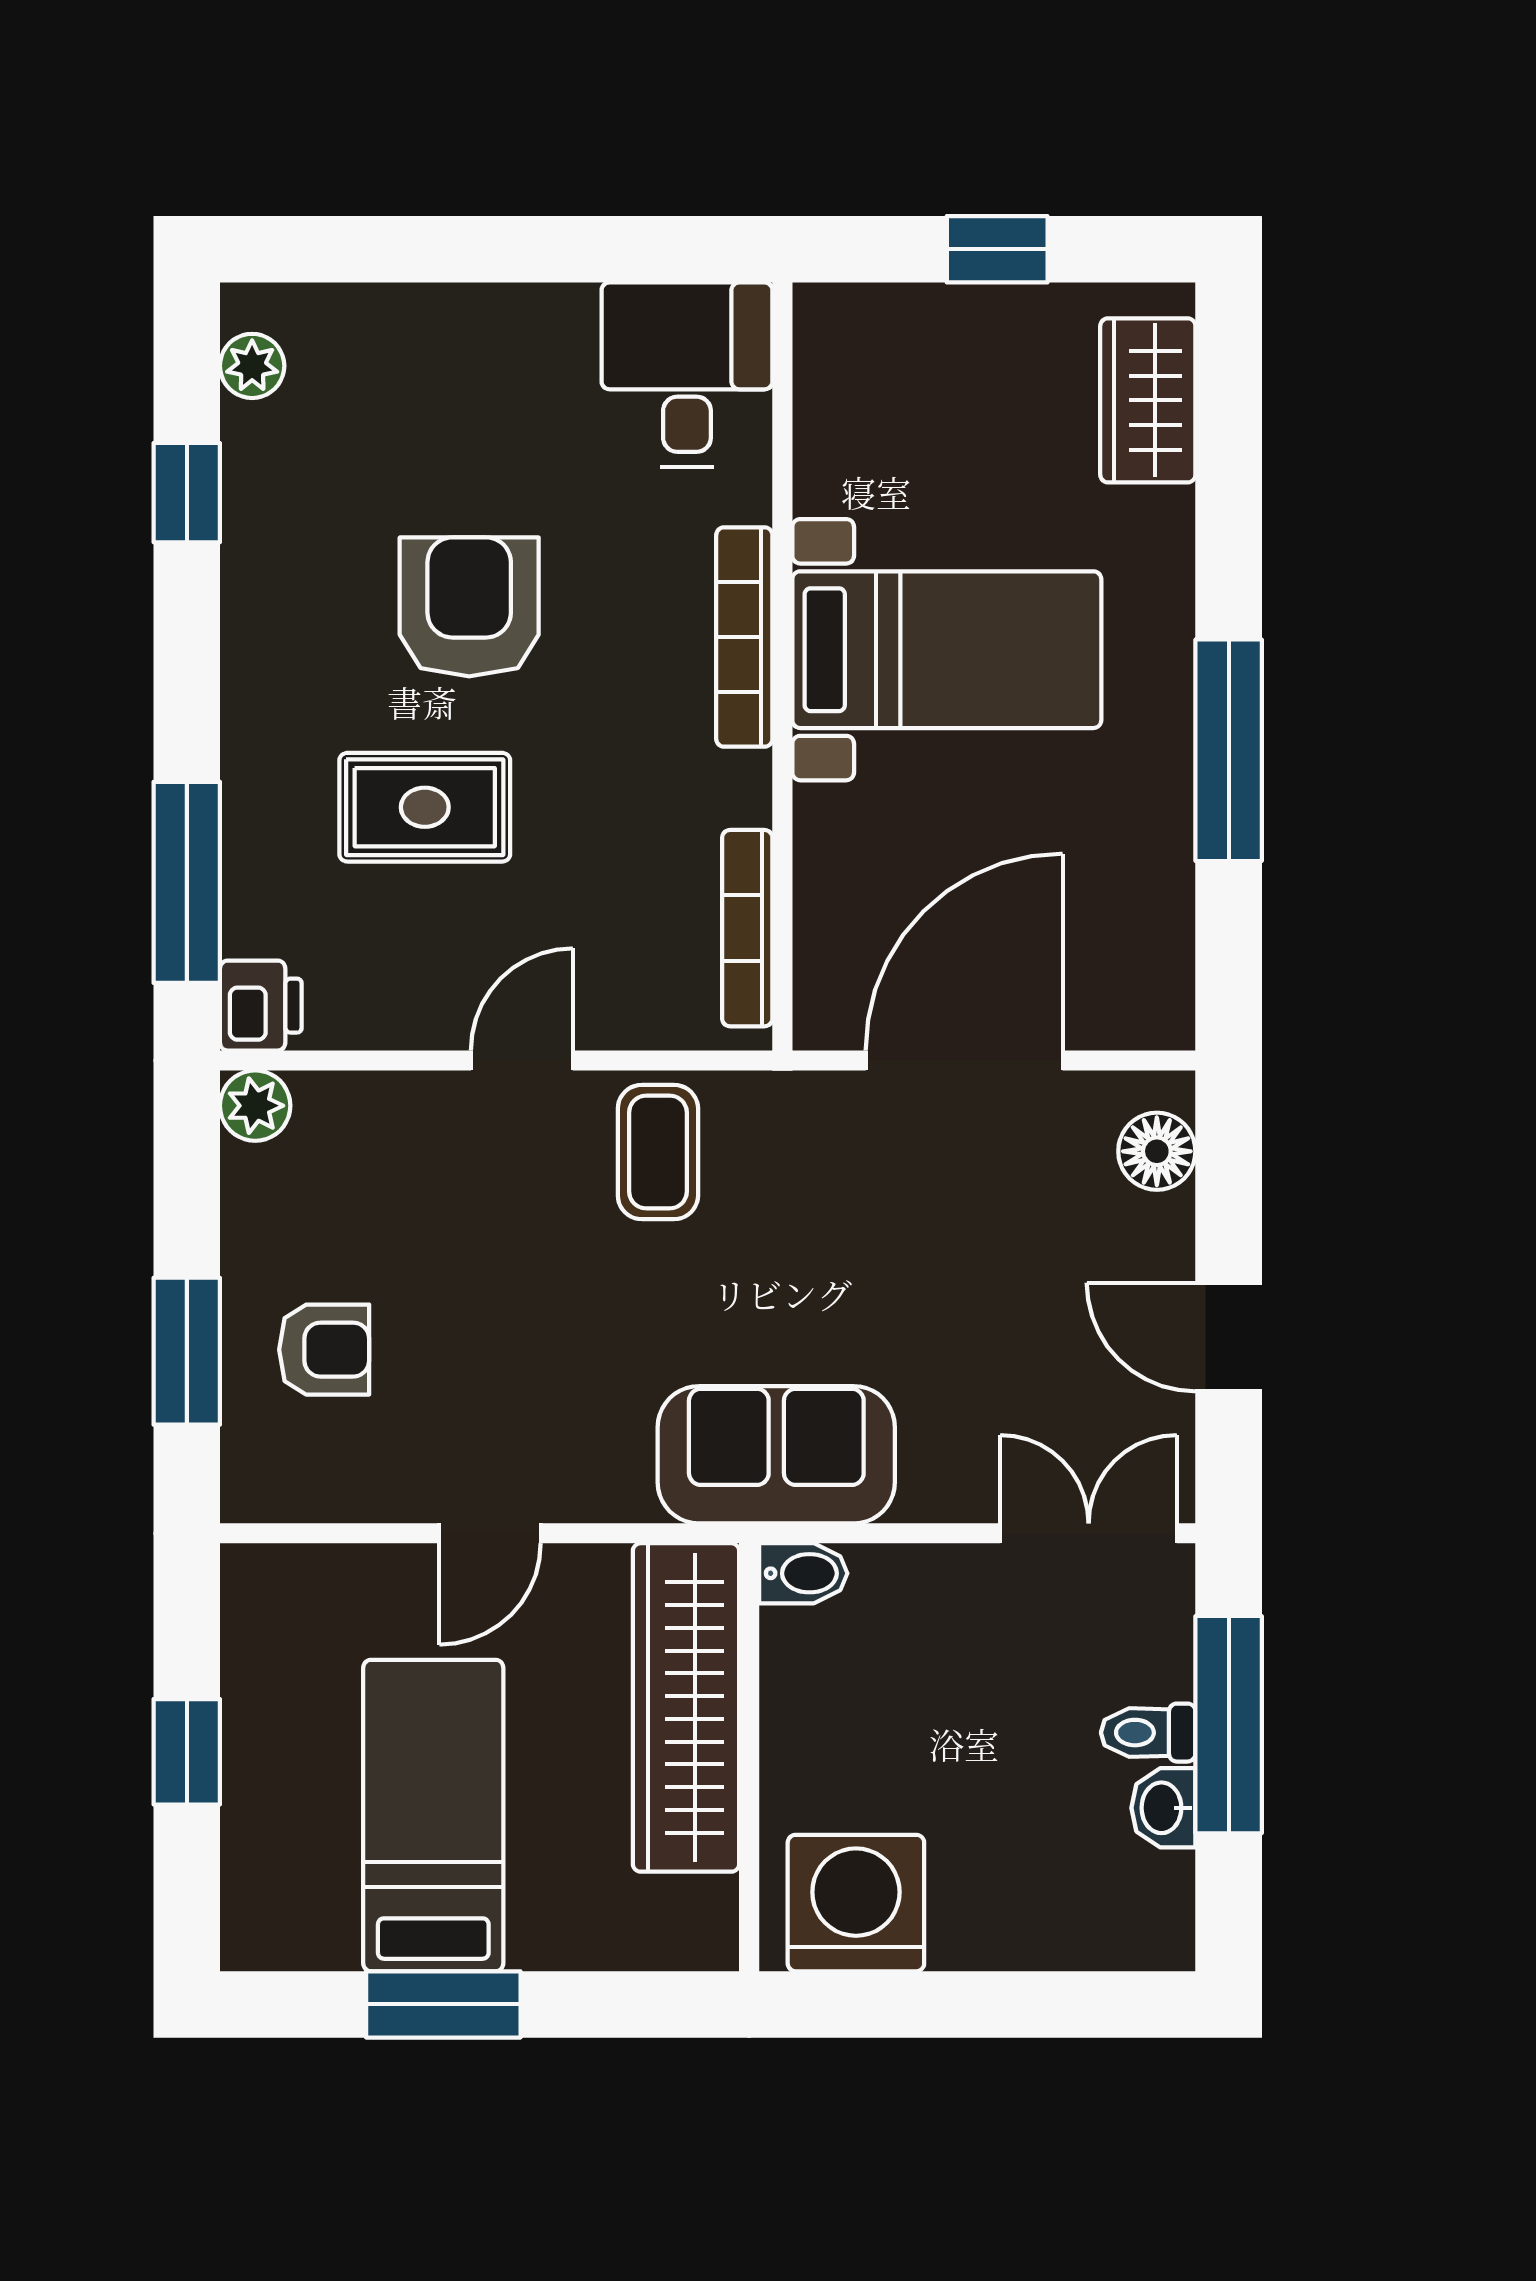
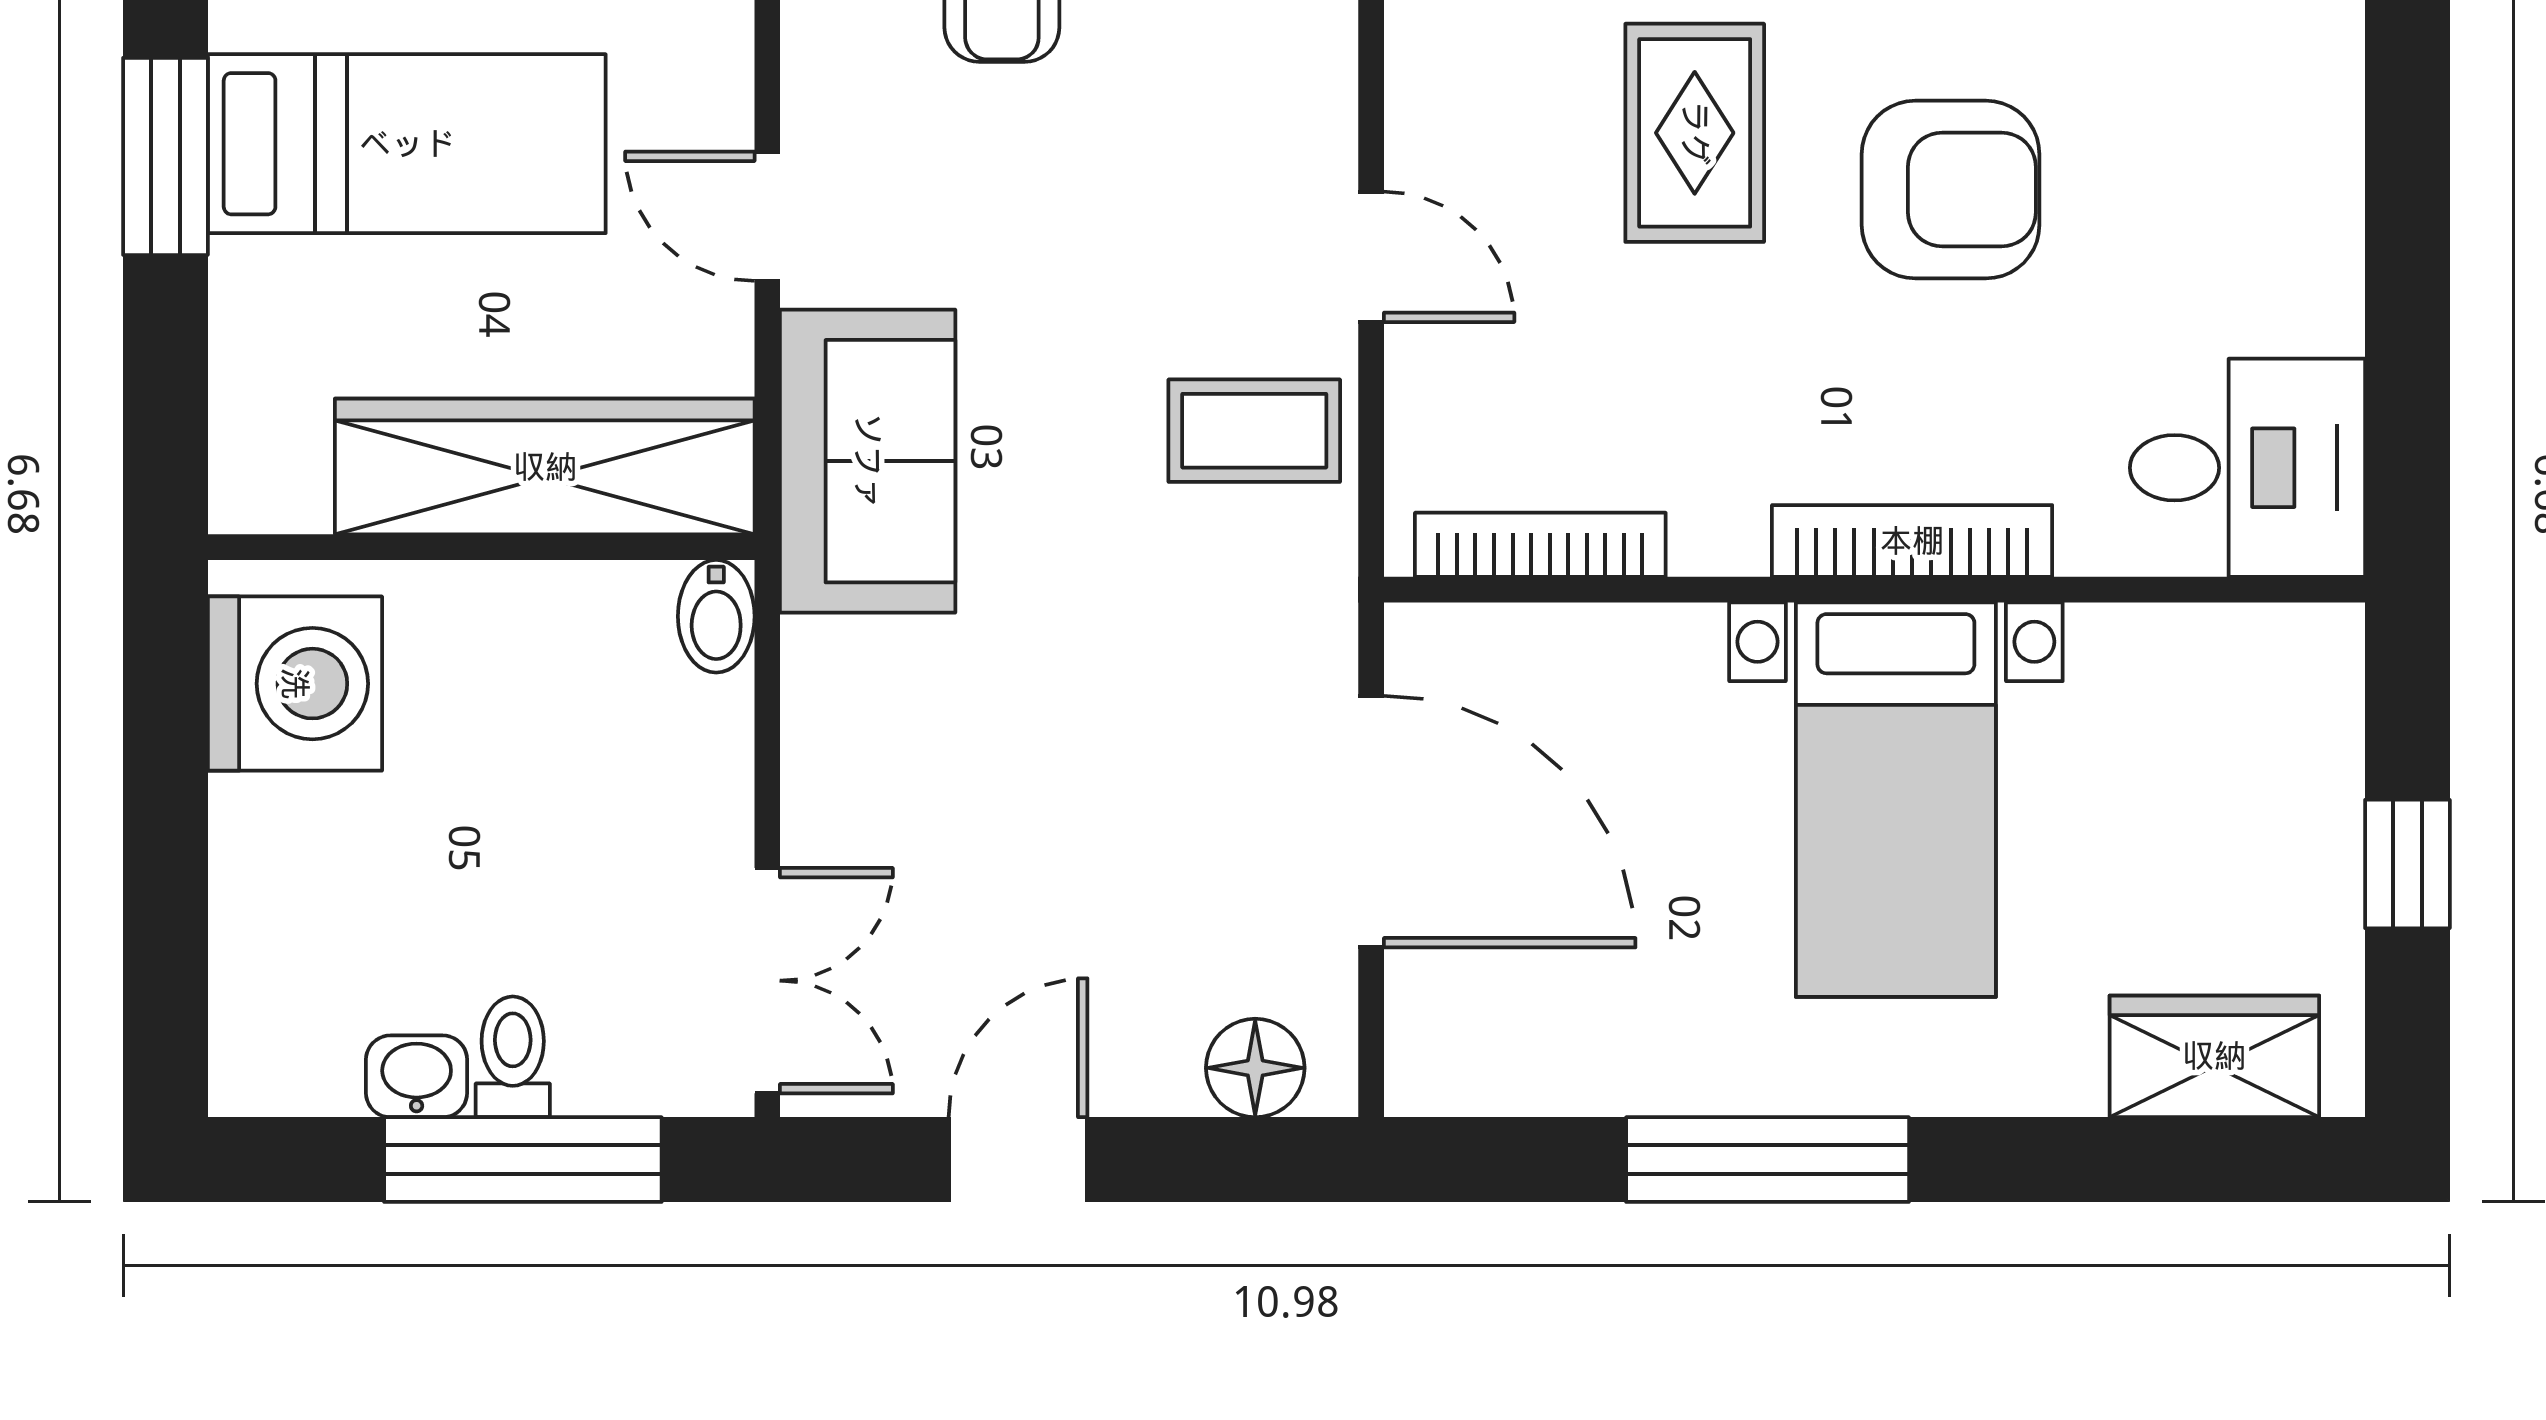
sofa: (776, 1455) -> (868, 461), moved

